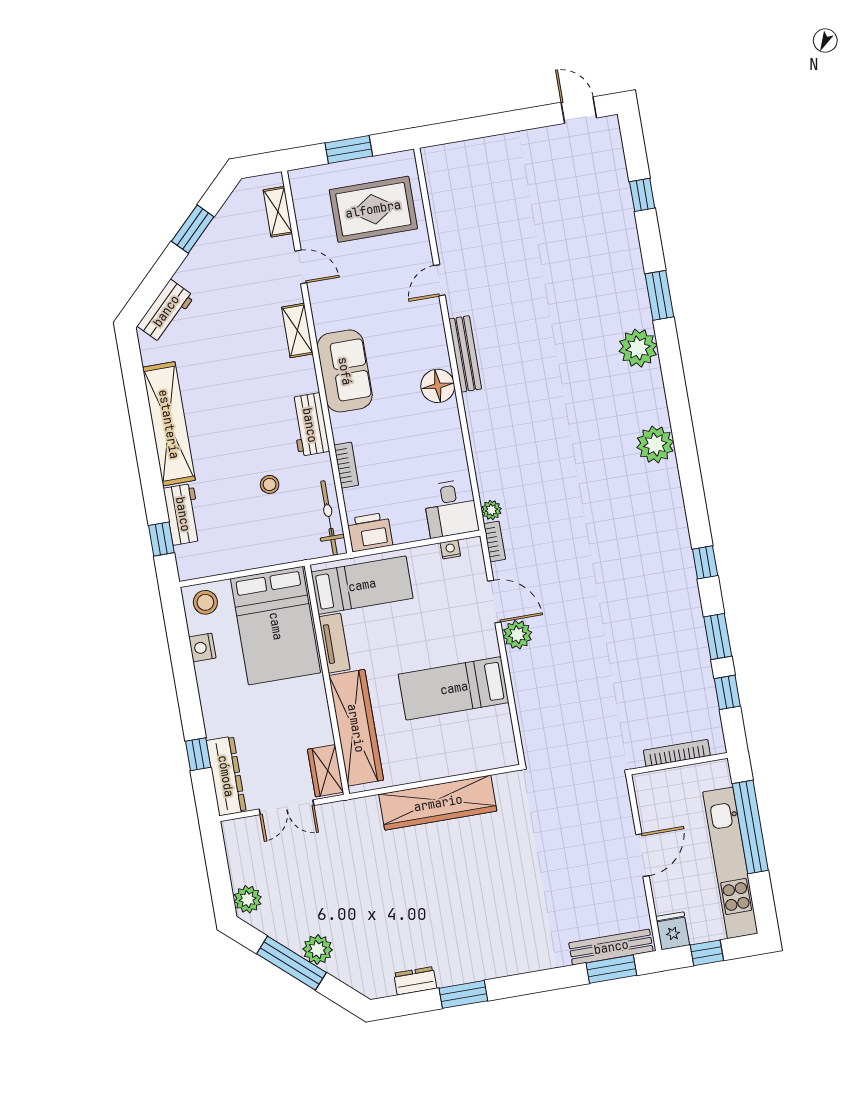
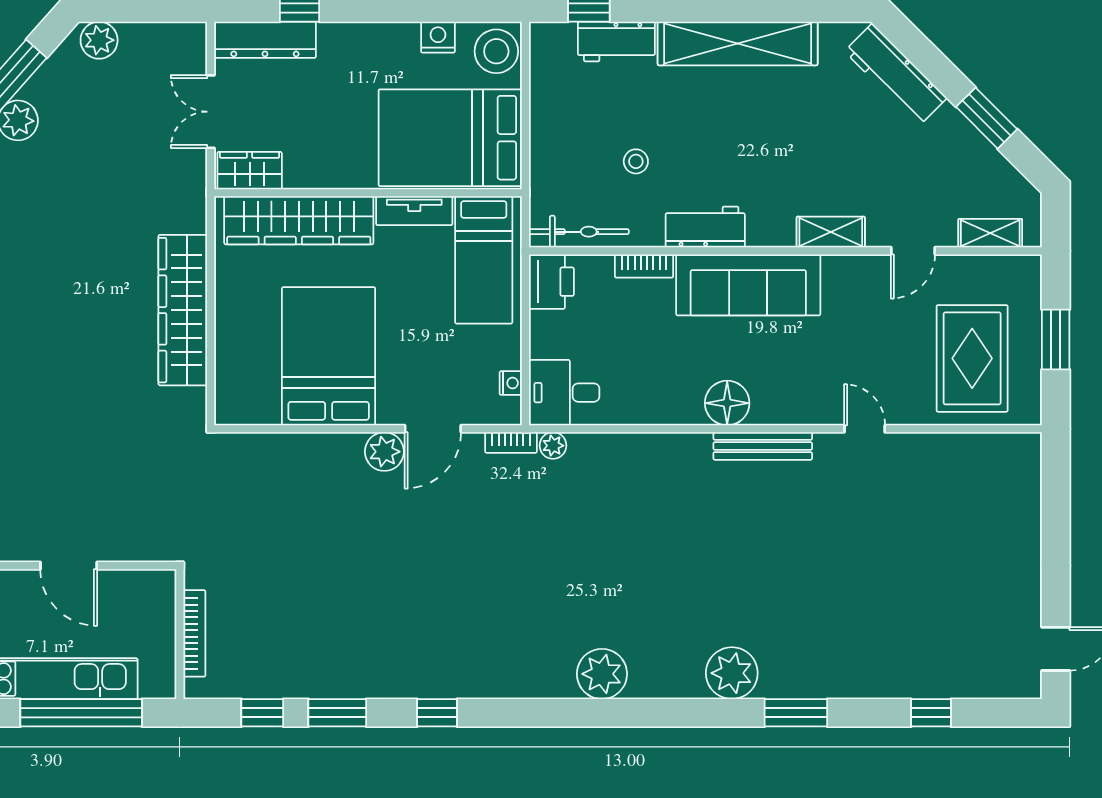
workbench: (166, 311) -> (896, 75), width x1.37
sofa: (345, 371) -> (748, 285), width x1.36
stool: (205, 602) -> (496, 51), width x1.38, depth x1.38
bed: (454, 688) -> (329, 356), width x1.50

